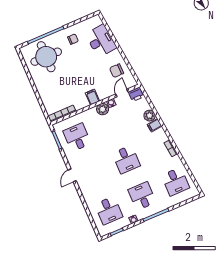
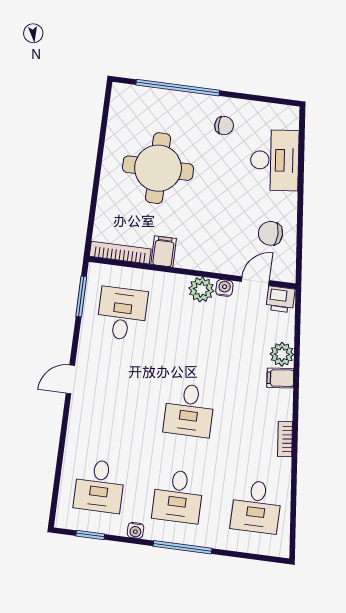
round table: (46, 57) -> (158, 168), moved
filing cabinet: (92, 97) -> (164, 251), moved
desk: (142, 196) -> (178, 496), turned 180

